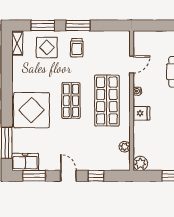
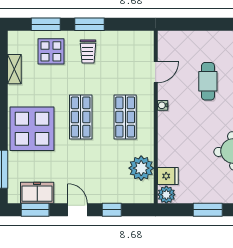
shelving: (17, 43) -> (14, 69), moved
shop shelf: (107, 101) -> (125, 117), width x0.70, depth x0.74
fridge: (141, 113) -> (168, 176), moved
plant: (125, 147) -> (141, 168), width x1.87, depth x1.87
freezer: (25, 162) -> (37, 193), moved

